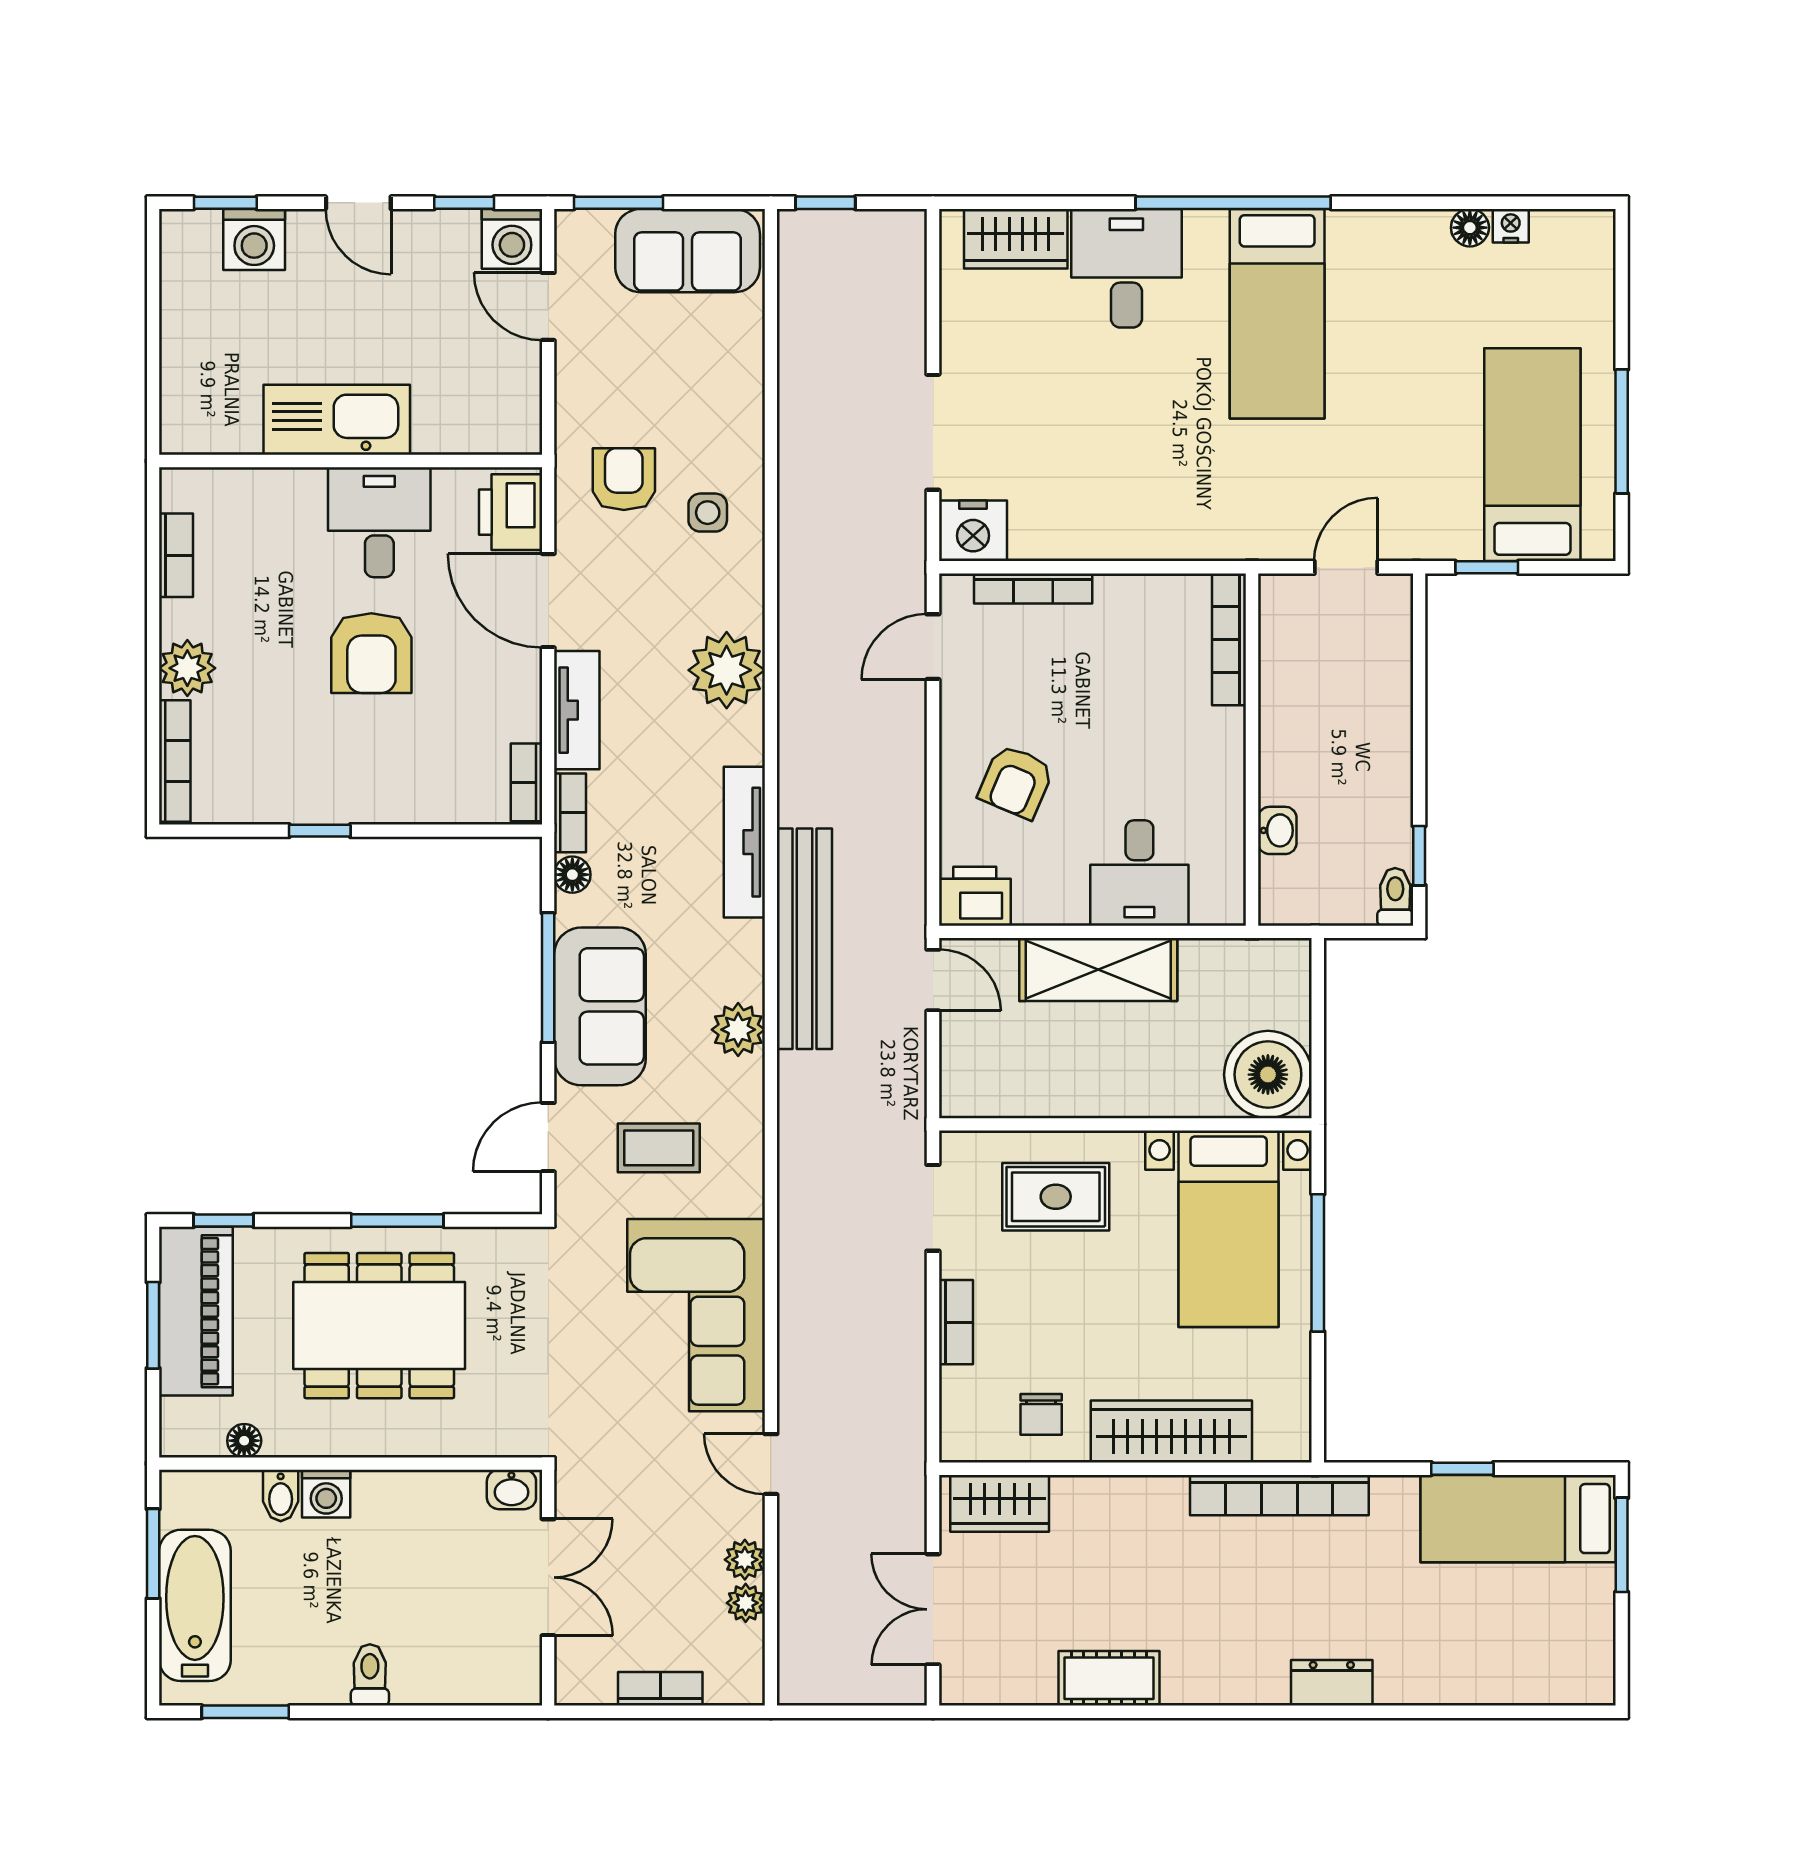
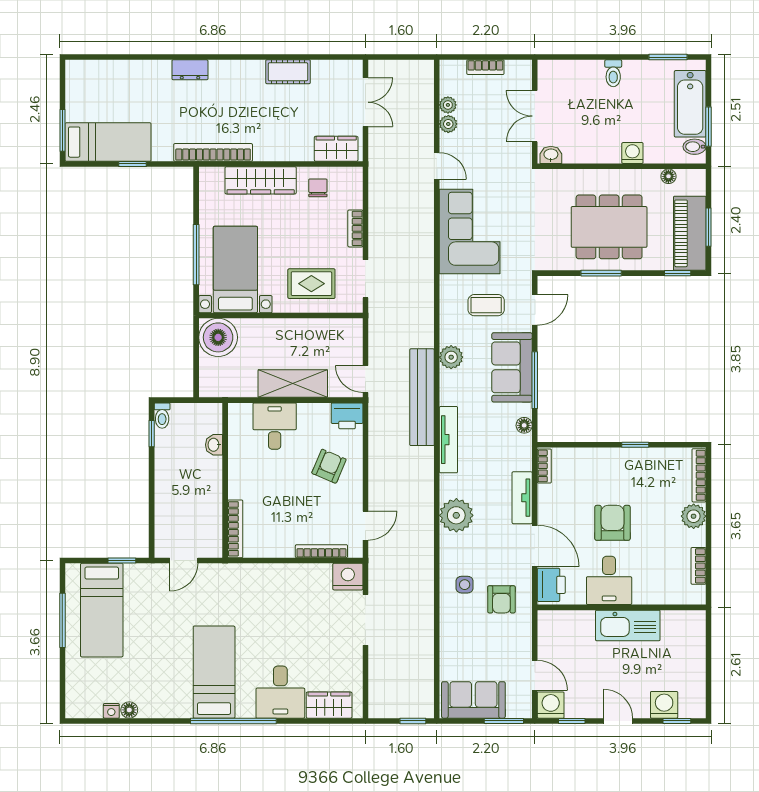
bookcase: (570, 813) -> (525, 452), removed
bidet: (281, 1496) -> (695, 147), moved, turned -90

